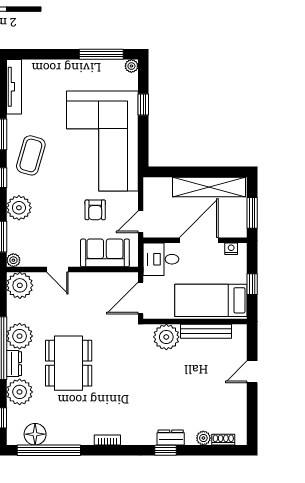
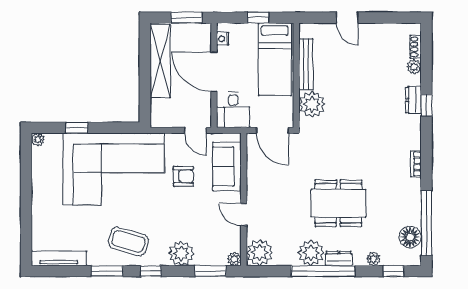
window: (101, 54) -> (26, 170), removed
door: (57, 270) -> (244, 215), swing flipped
plant: (20, 392) -> (373, 259), width x0.53, depth x0.53

